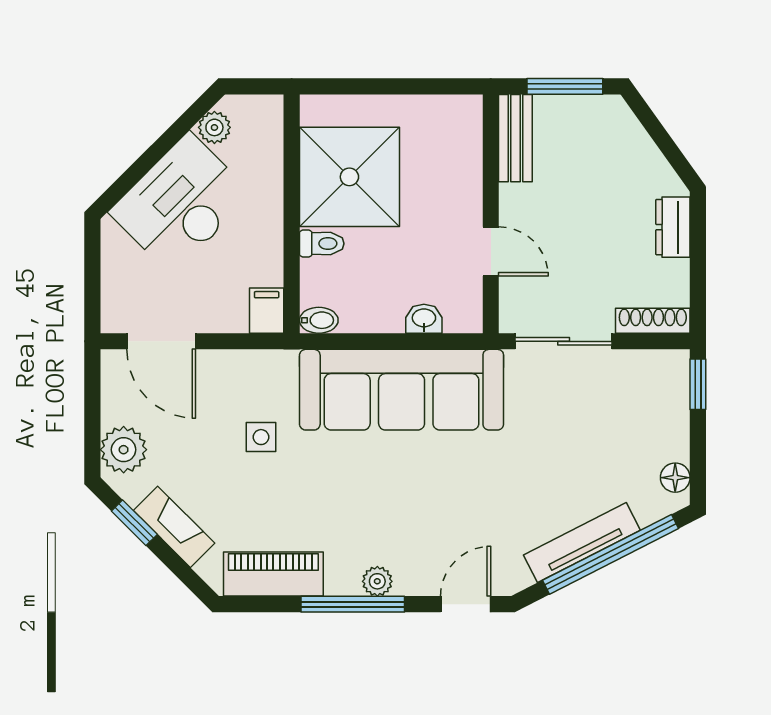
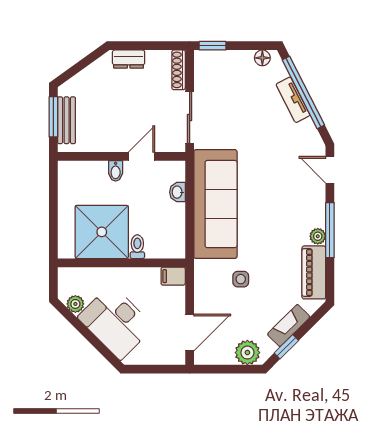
bench: (515, 138) -> (67, 120), moved, turned 90
bidet: (319, 320) -> (116, 171), moved, turned 180
tv unit: (582, 543) -> (293, 100), width x0.71
plant: (377, 581) -> (318, 236), moved

